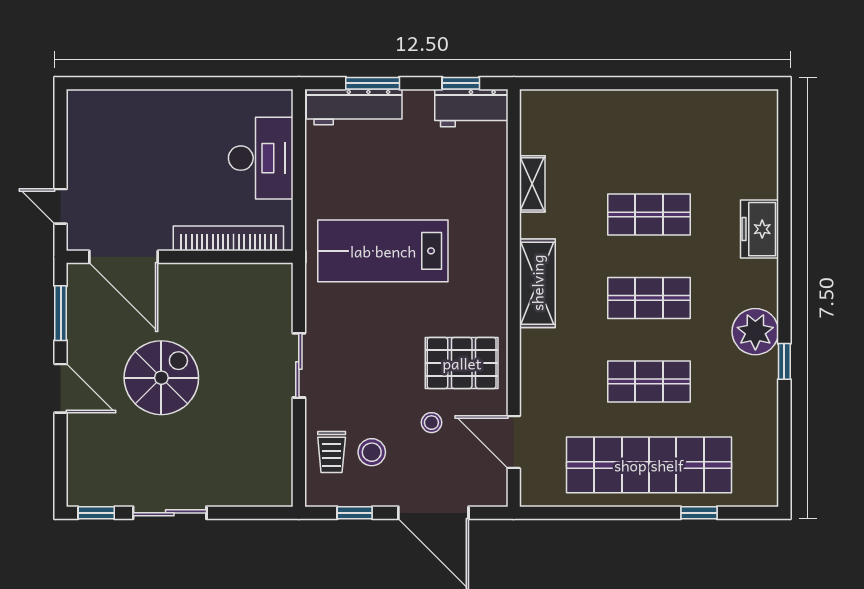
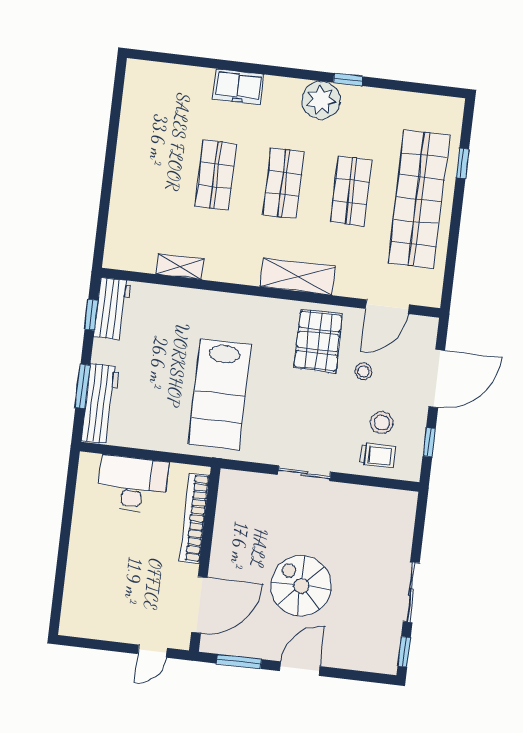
shelving: (537, 283) -> (298, 277), moved

